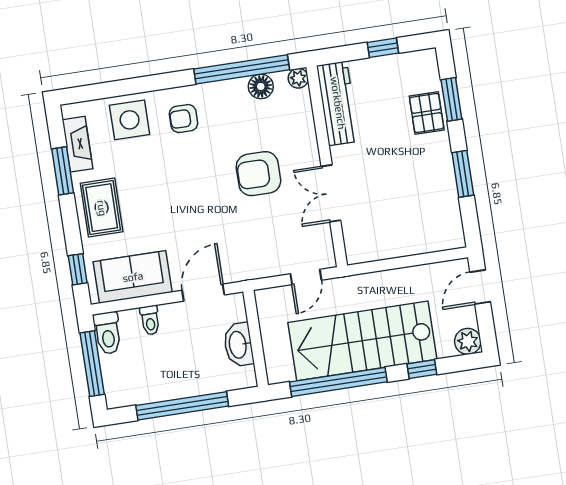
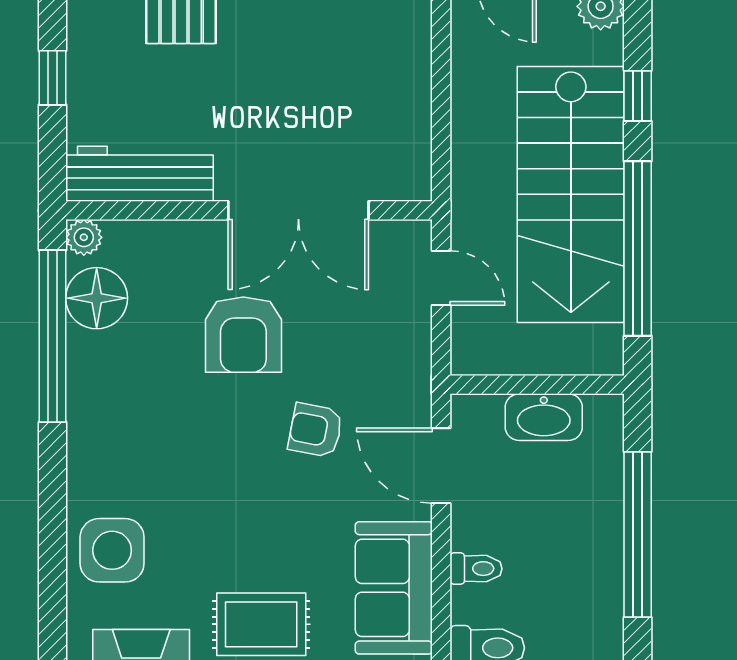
floor lamp: (261, 86) -> (97, 298), width x1.38, depth x1.38
armchair: (183, 119) -> (315, 430), moved, turned 101
double door: (331, 193) -> (298, 210), width x1.37

